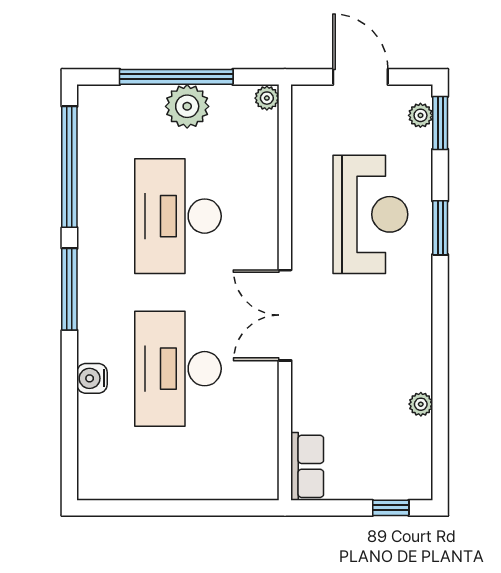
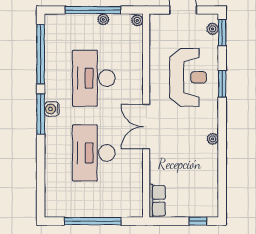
plant: (187, 106) -> (103, 19), width x0.53, depth x0.53
water cooler: (92, 378) -> (52, 109), moved
plant: (421, 404) -> (213, 139), moved
window: (176, 508) -> (93, 221), added

